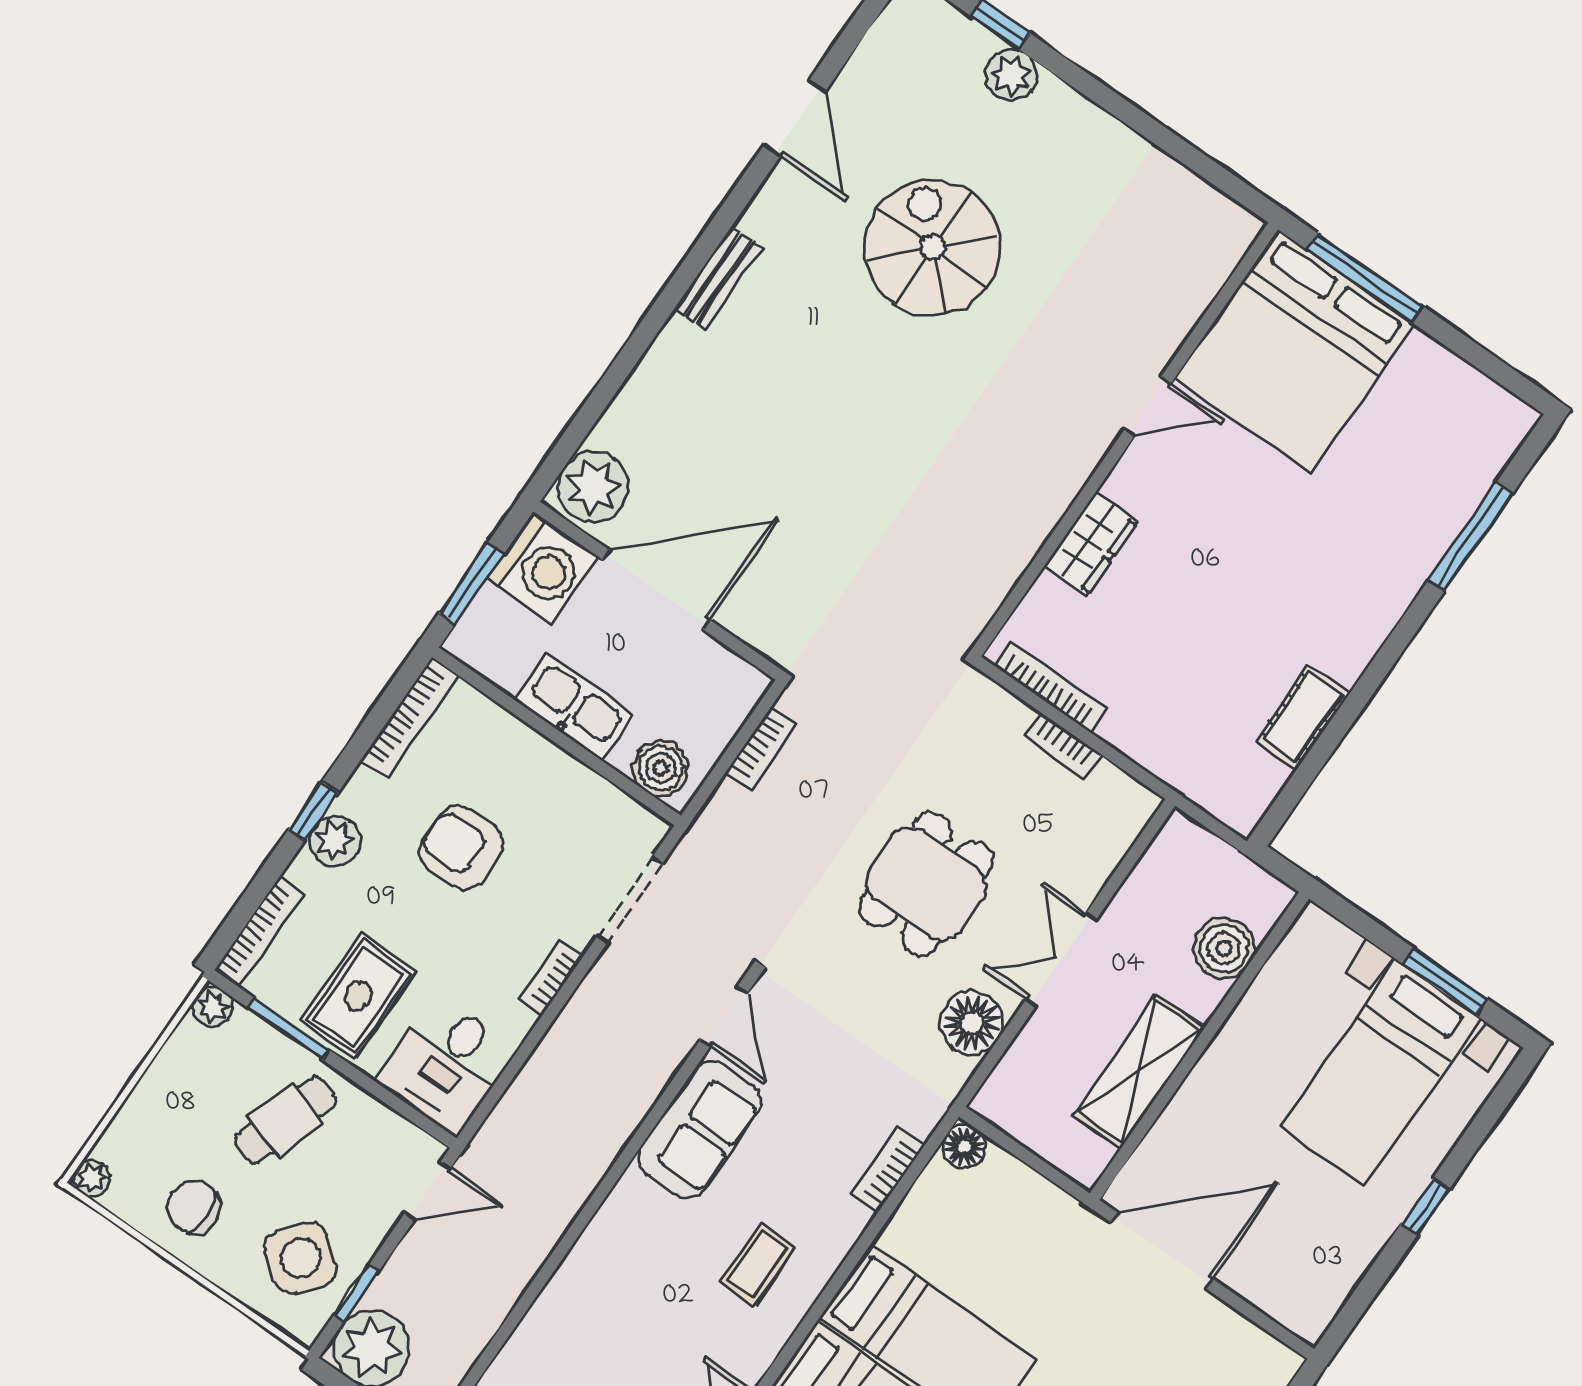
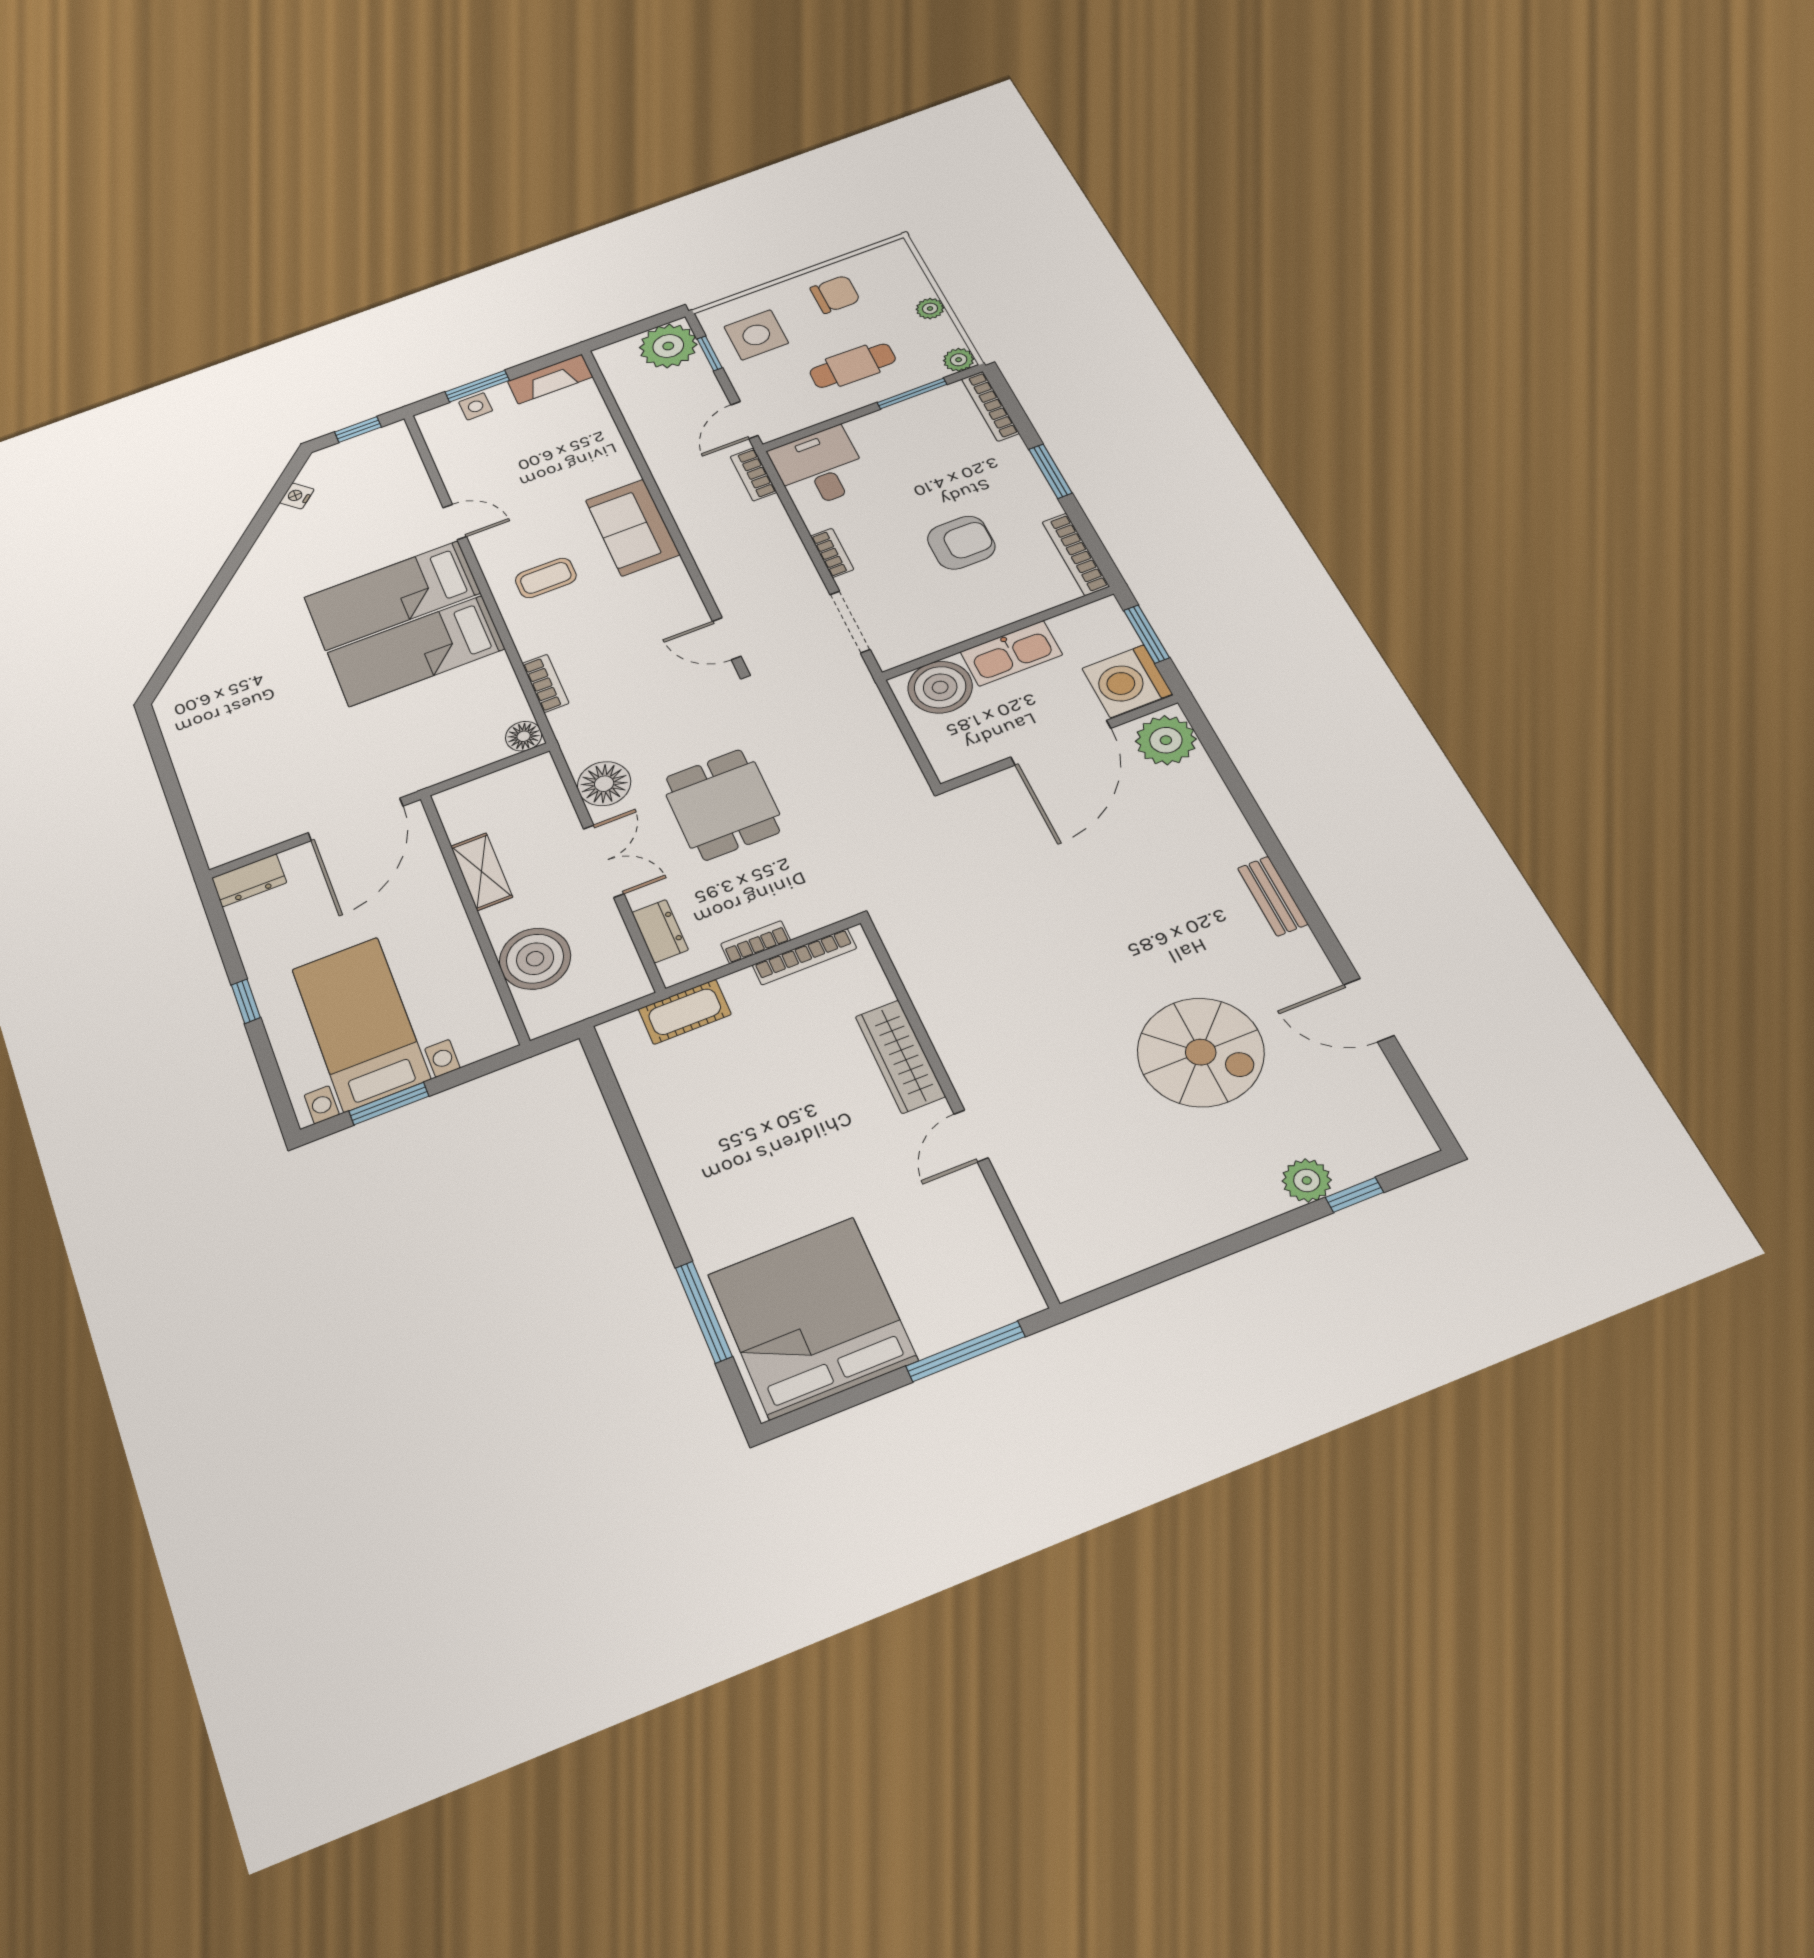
bed: (1295, 351) -> (812, 1317), moved
wardrobe: (1091, 543) -> (900, 1056), width x1.50
cot: (1302, 717) -> (685, 1012), moved, turned 90
bookcase: (762, 748) -> (753, 474), moved
boiler: (661, 768) -> (940, 687), width x1.37, depth x1.37
window: (313, 811) -> (1050, 471), width x1.50
plant: (335, 841) -> (1020, 474), removed
dresser: (1106, 848) -> (660, 931), added
boiler: (1224, 948) -> (535, 959), width x1.37, depth x1.37
rug: (358, 996) -> (904, 440), removed
shelving: (1139, 1071) -> (482, 872), width x0.67, depth x0.75
cafe table: (285, 1120) -> (853, 366), turned 73
sofa: (700, 1129) -> (632, 527), moved
plant: (92, 1178) -> (930, 309), moved
side table: (301, 1258) -> (756, 335), turned -38
coffee table: (757, 1265) -> (546, 578), turned 90
dresser: (1294, 1308) -> (249, 880), added

